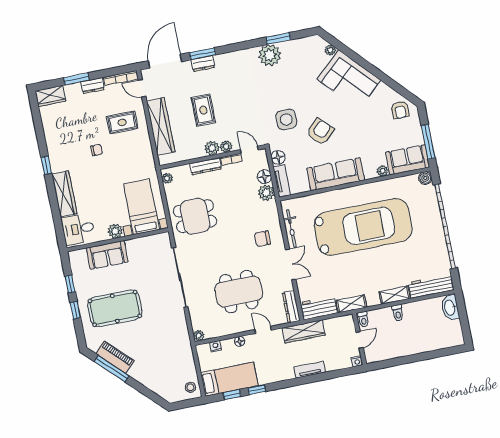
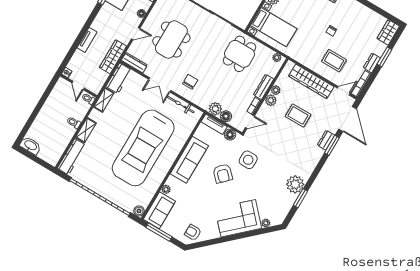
rug: (122, 123) -> (334, 61), turned 90
plant: (226, 147) -> (276, 90), moved
washbasin: (450, 308) -> (30, 146), moved

